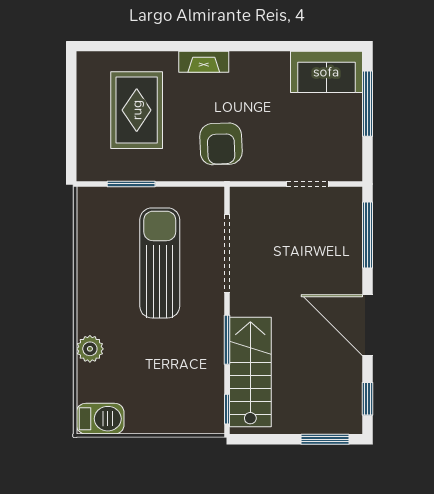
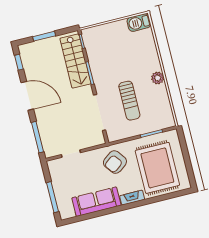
sofa: (326, 72) -> (96, 202), moved, width x1.36
rug: (137, 110) -> (157, 168), width x1.37, depth x1.44
armchair: (221, 144) -> (115, 162), turned -125
sun lounger: (160, 263) -> (129, 101), width x0.73, depth x0.75
plant: (90, 349) -> (158, 78), moved
window: (325, 439) -> (44, 36), moved

